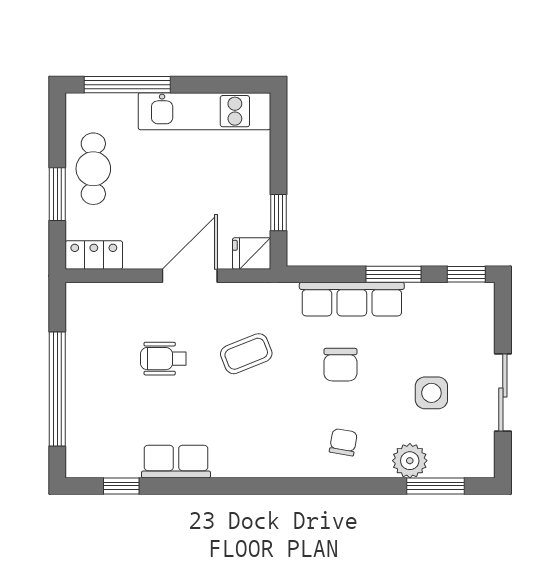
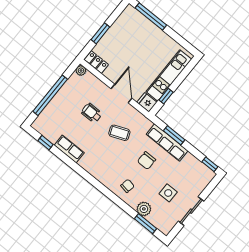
kitchen unit: (204, 111) -> (169, 75), moved, turned 90
cafe table: (93, 169) -> (118, 35), removed
window: (393, 274) -> (174, 135), moved
door: (190, 276) -> (121, 93), hinge flipped
plant: (78, 295) -> (81, 70), added

